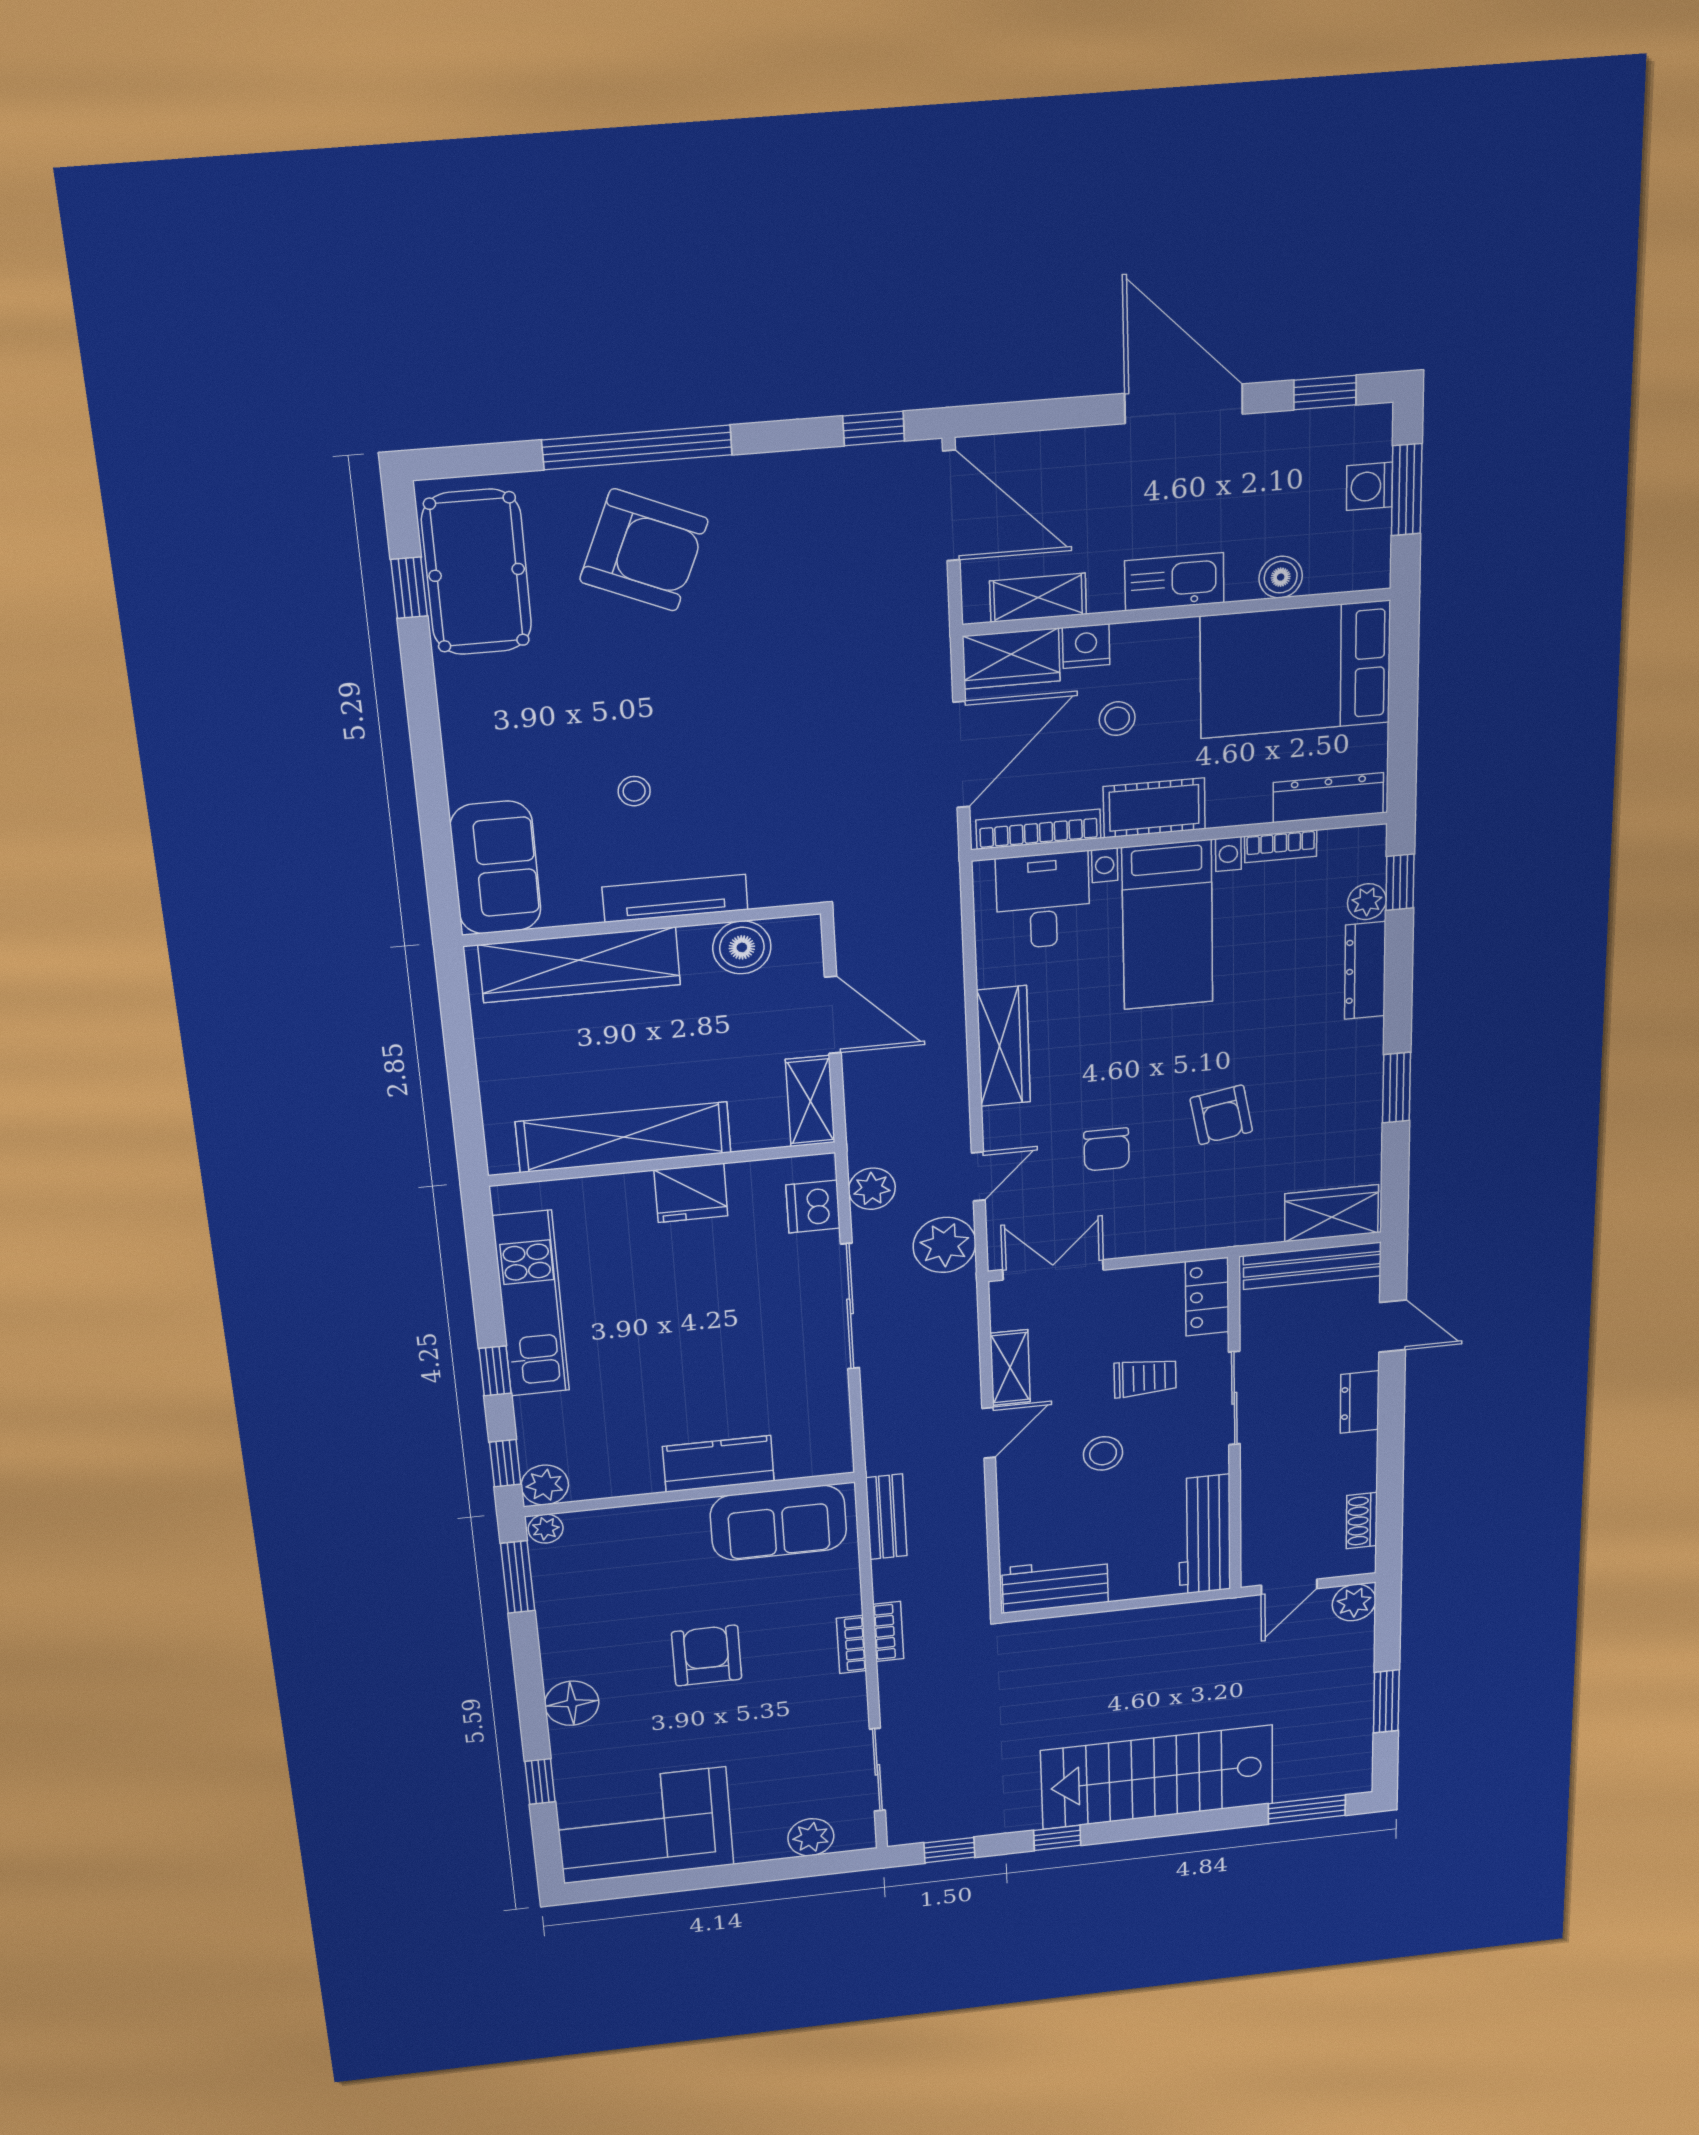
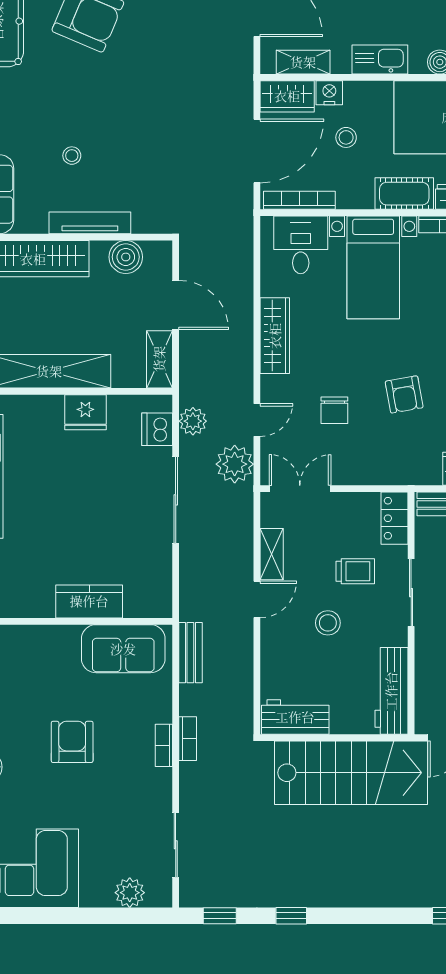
cot: (1154, 808) -> (404, 194), moved
stairs: (1157, 1777) -> (351, 773), moved, turned 180

